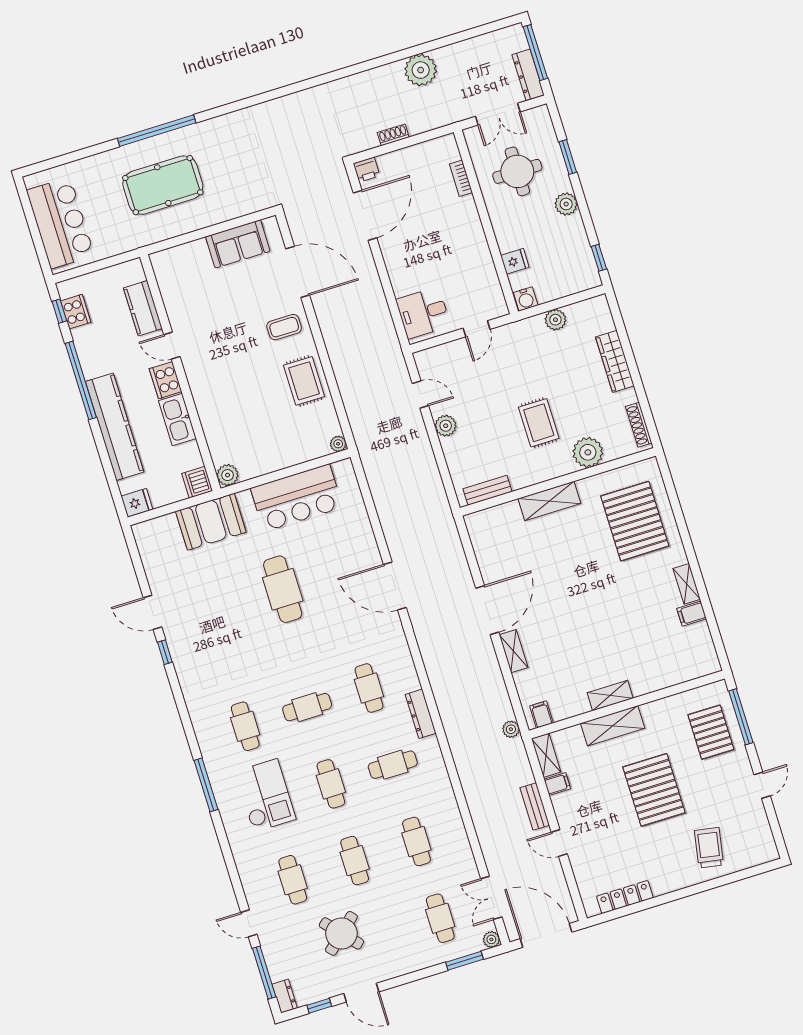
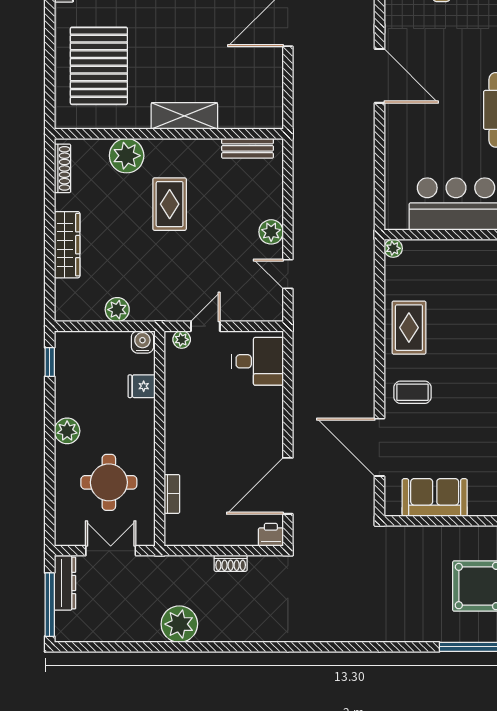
window: (568, 157) -> (50, 481), removed
plant: (493, 311) -> (182, 340), added

